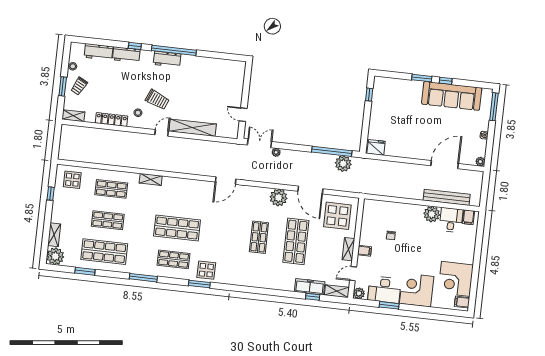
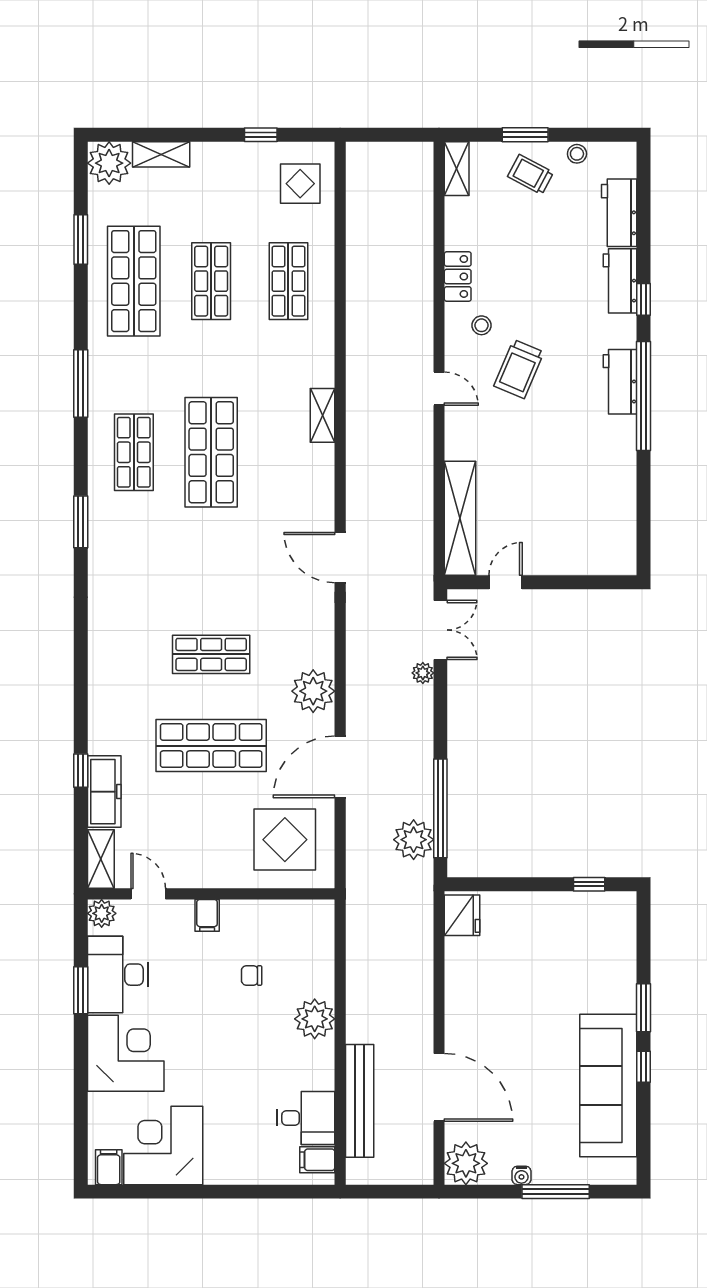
window: (494, 107) -> (556, 1192), moved
locker: (111, 120) -> (458, 276), width x0.66
shelving: (193, 128) -> (460, 518), moved
plant: (480, 162) -> (466, 1163), width x1.88, depth x1.88
shelving: (151, 179) -> (323, 415), moved
plant: (432, 214) -> (315, 1019), moved
shelving: (348, 249) -> (207, 876), removed
display table: (206, 270) -> (116, 535), removed
window: (313, 297) -> (81, 771), moved

